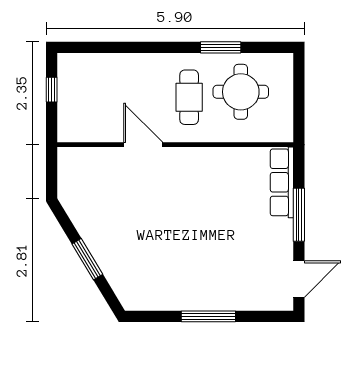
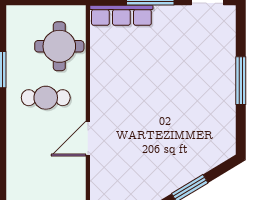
round table: (241, 92) -> (59, 46), moved

